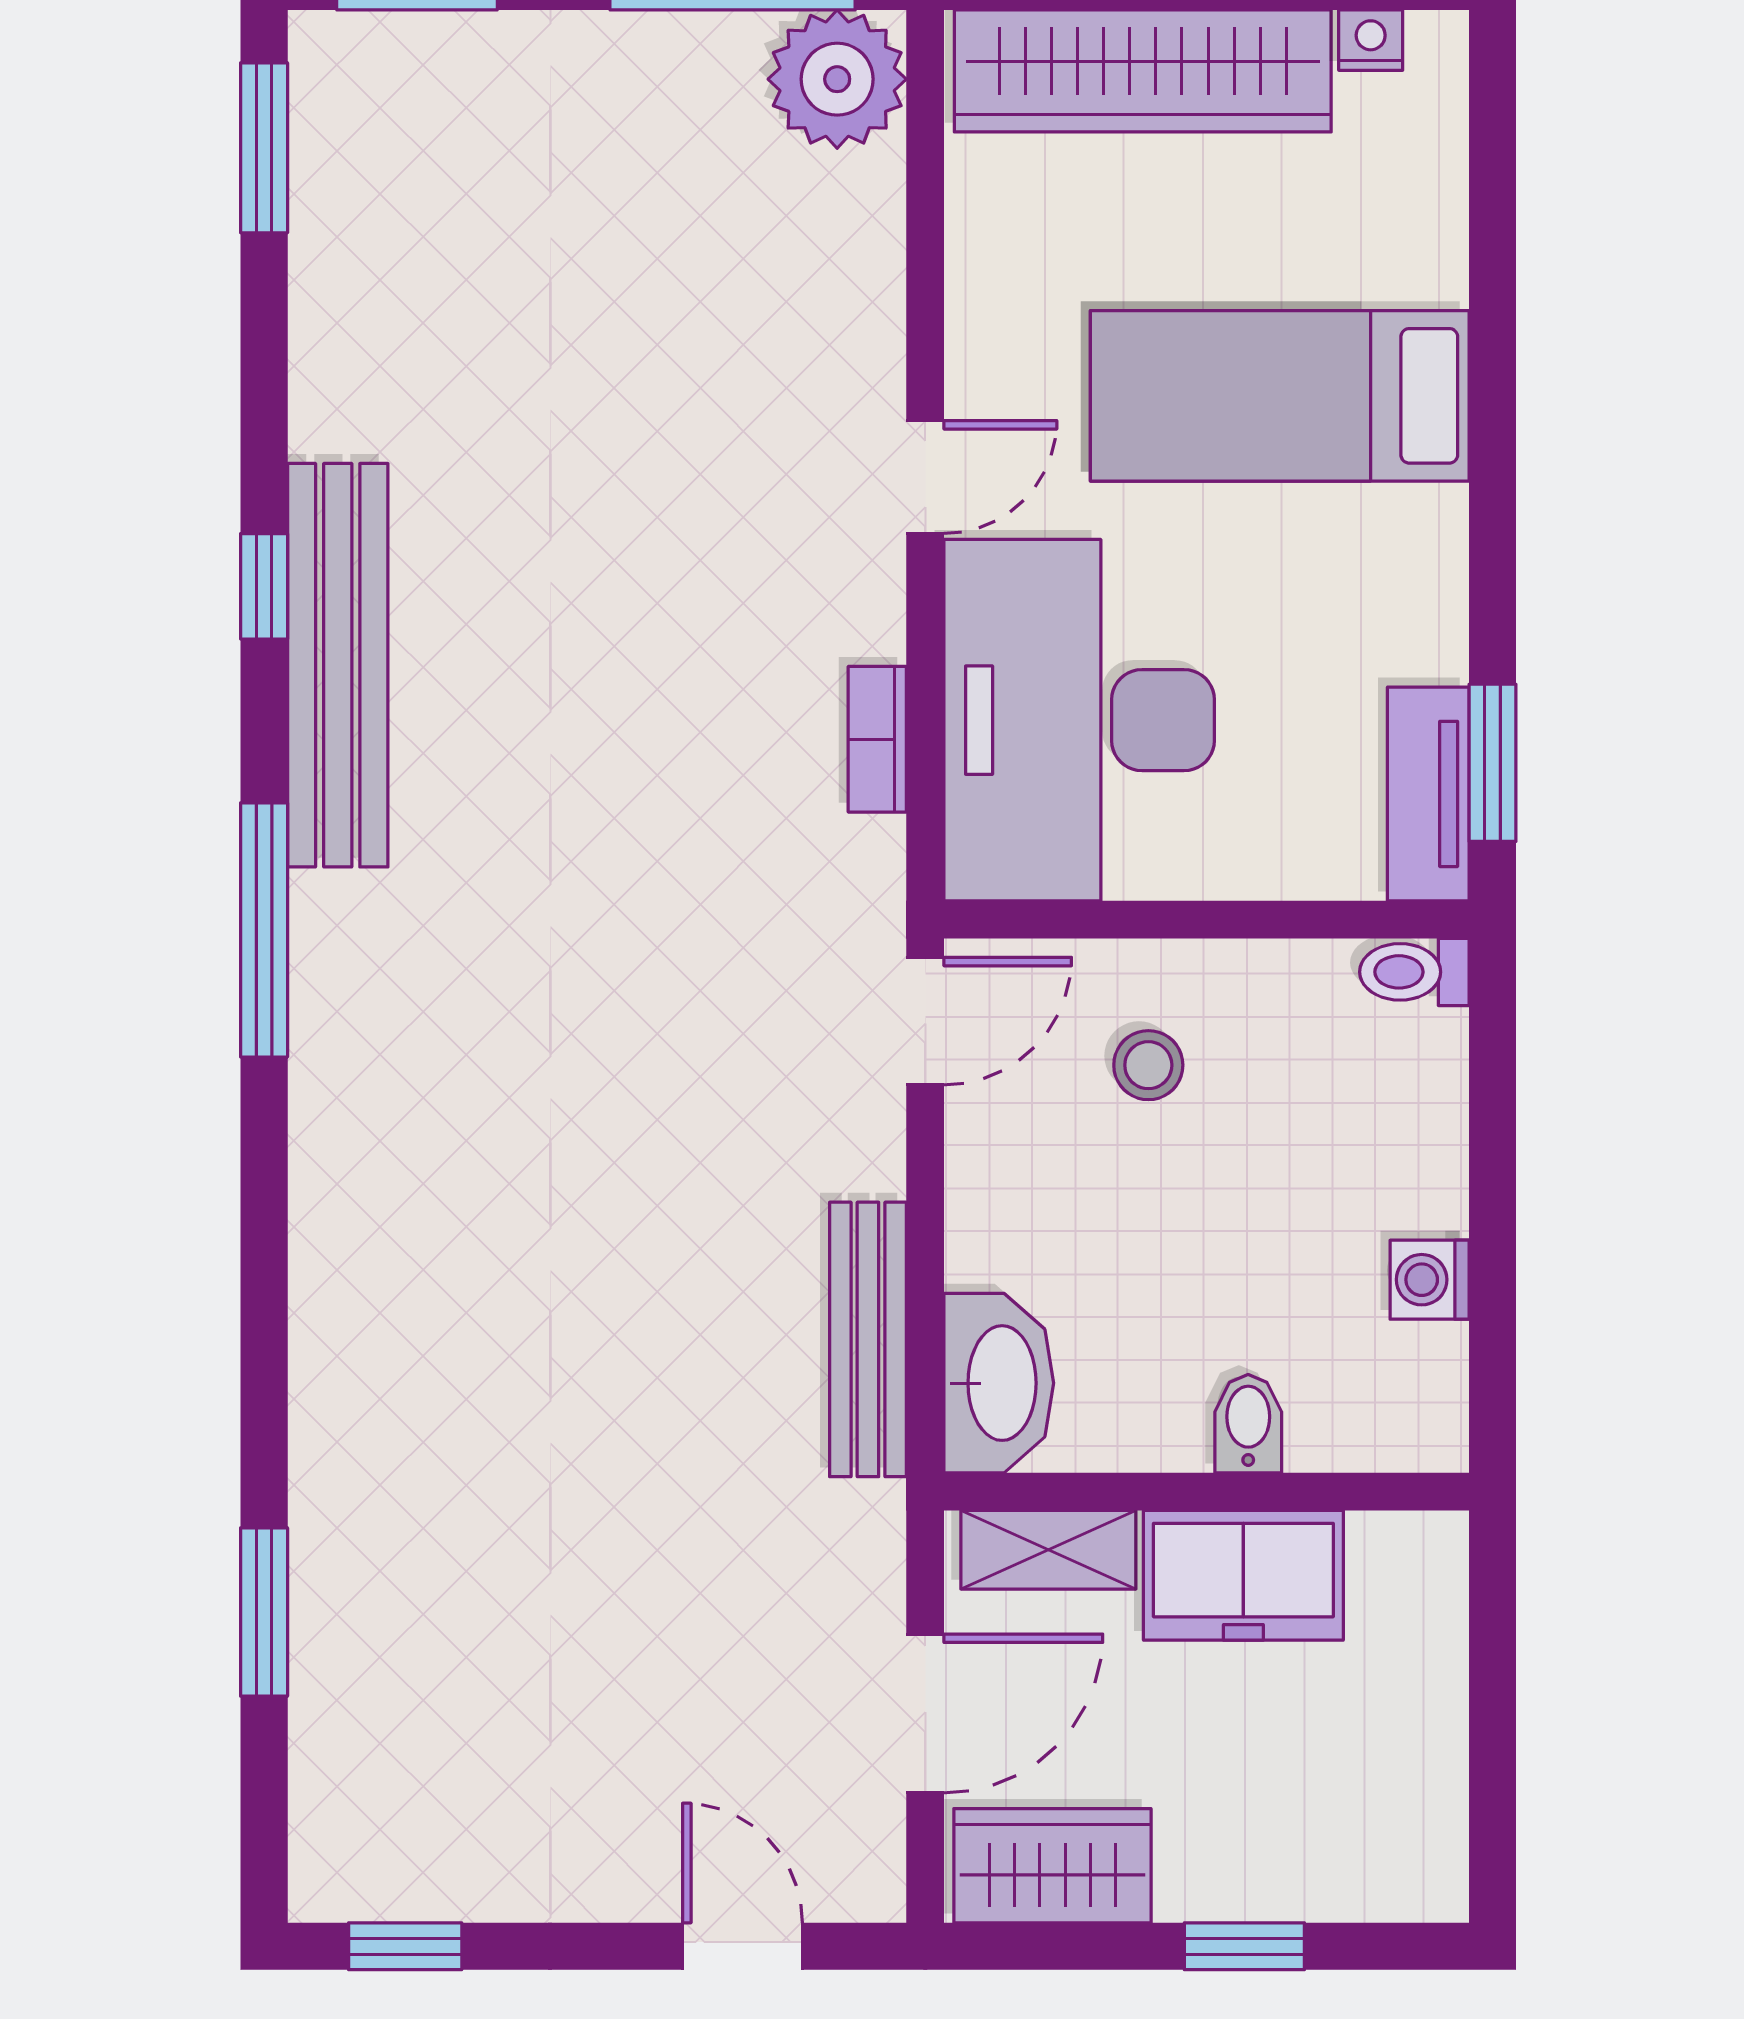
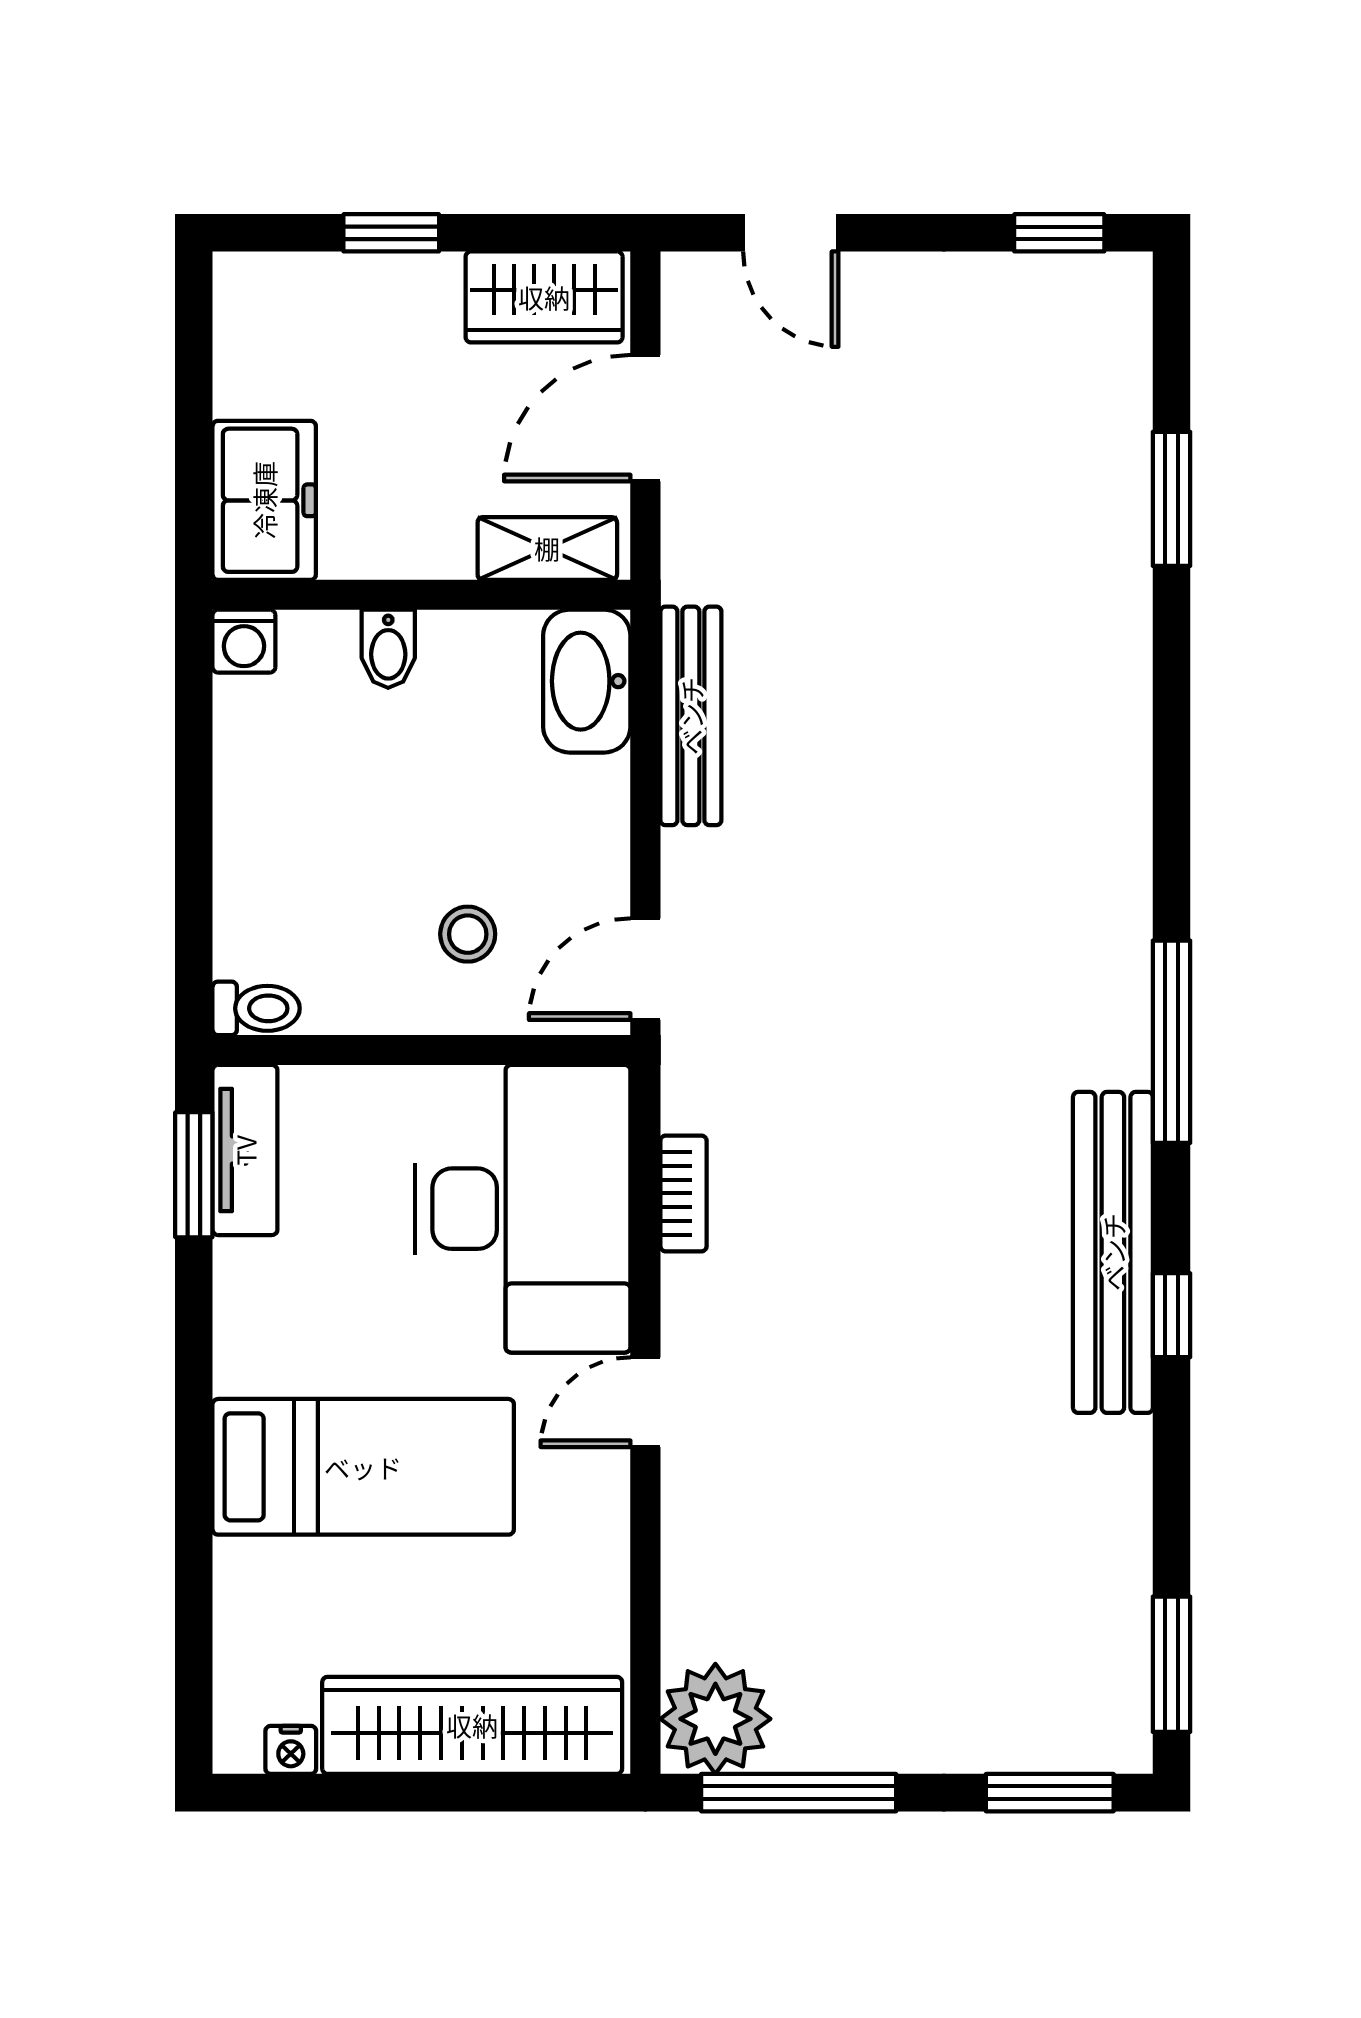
washing machine: (1430, 1280) -> (244, 641), moved, turned 90
freezer: (1243, 1575) -> (264, 500), moved, turned 90

